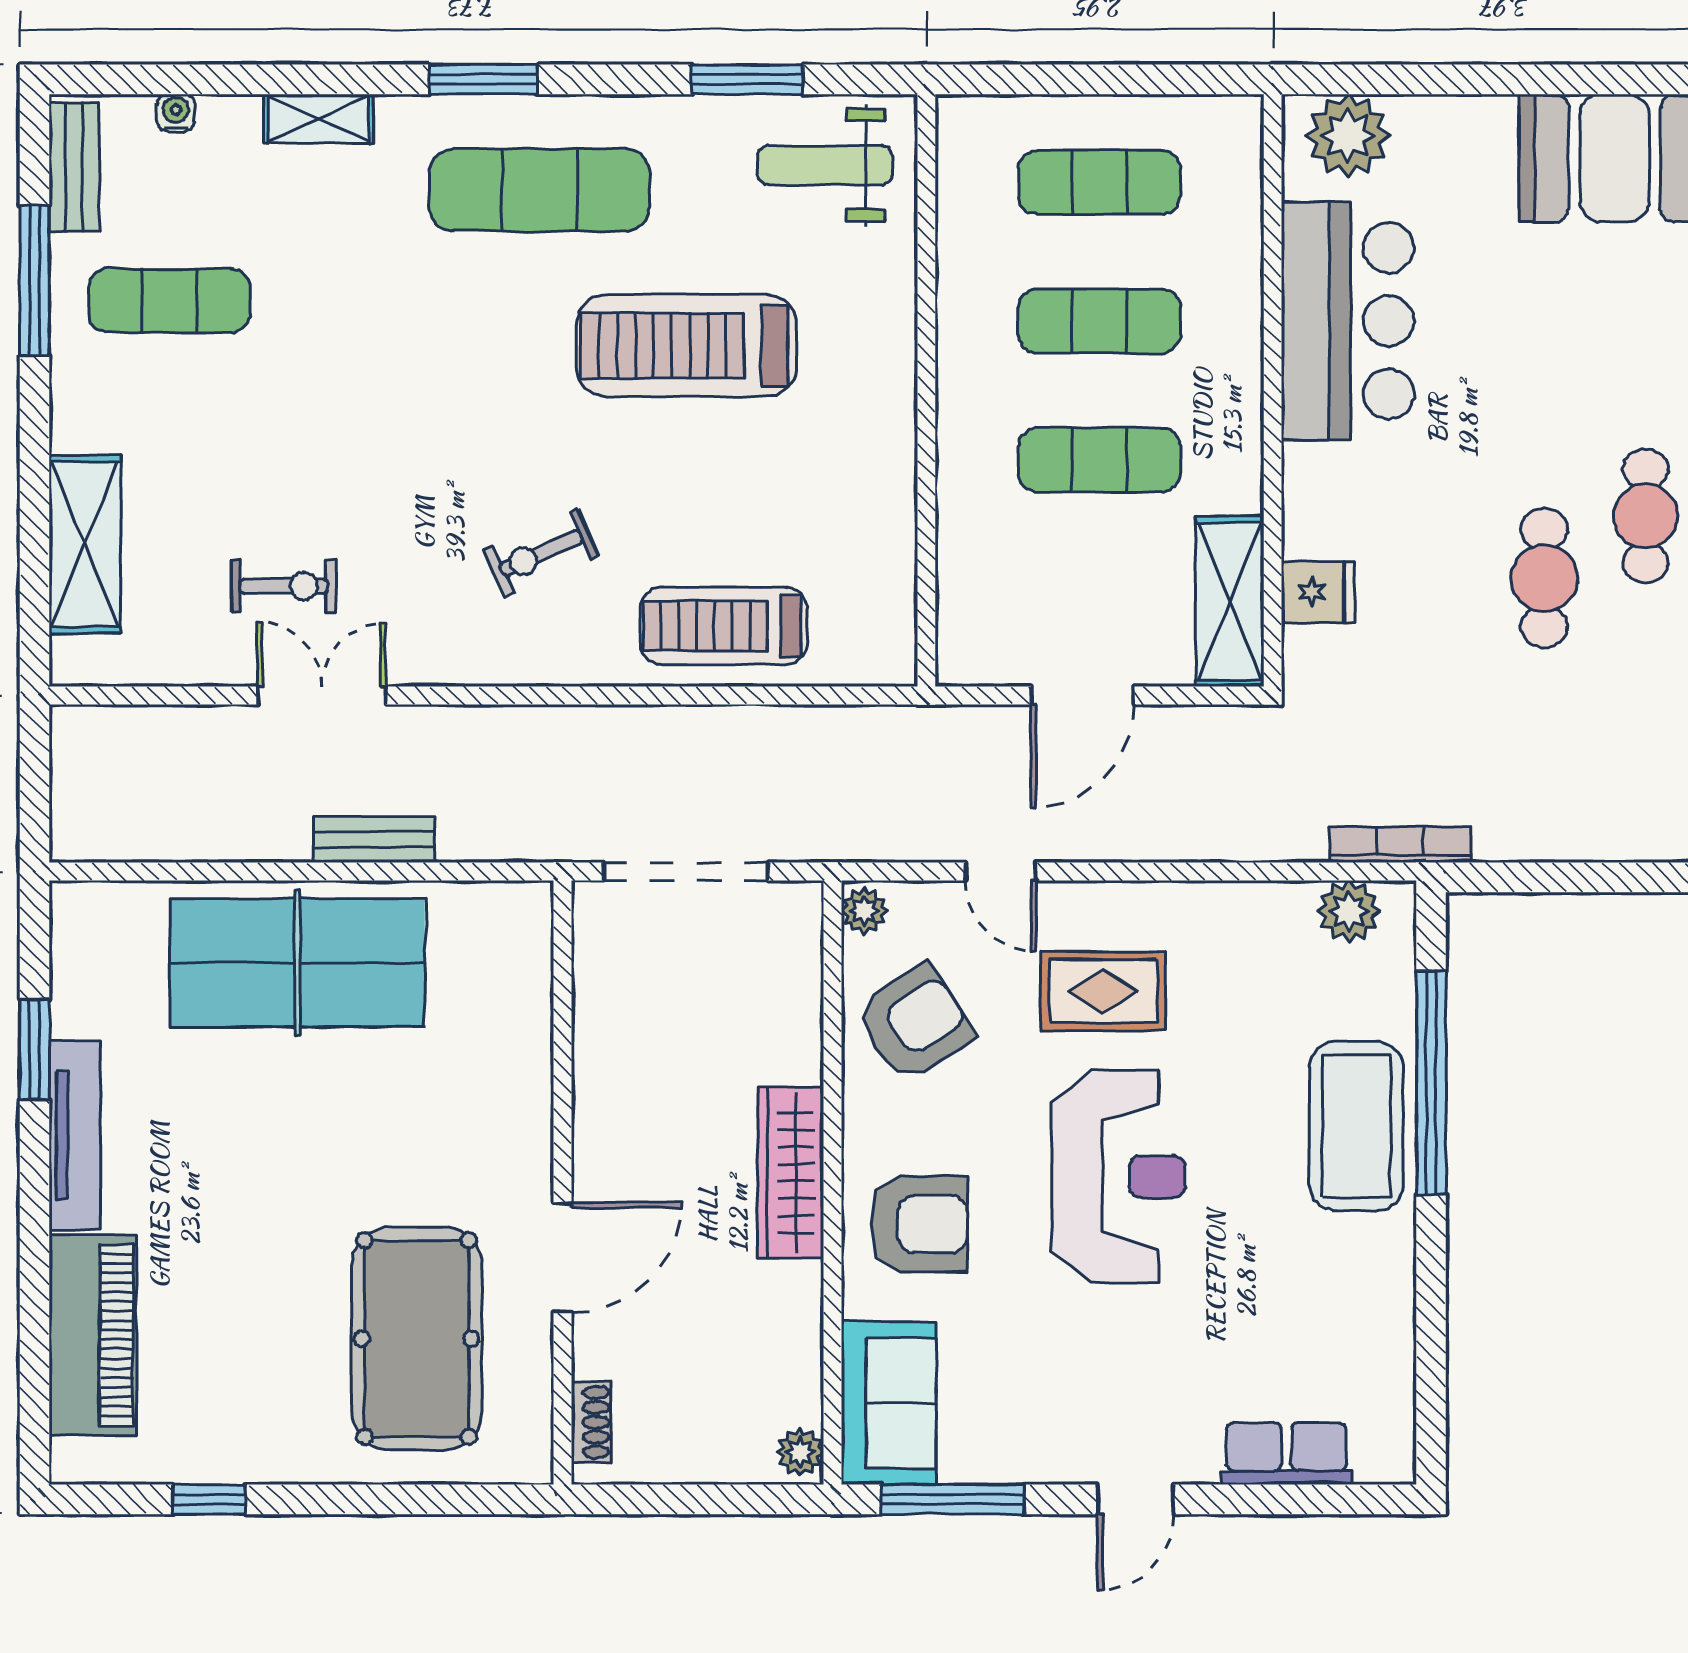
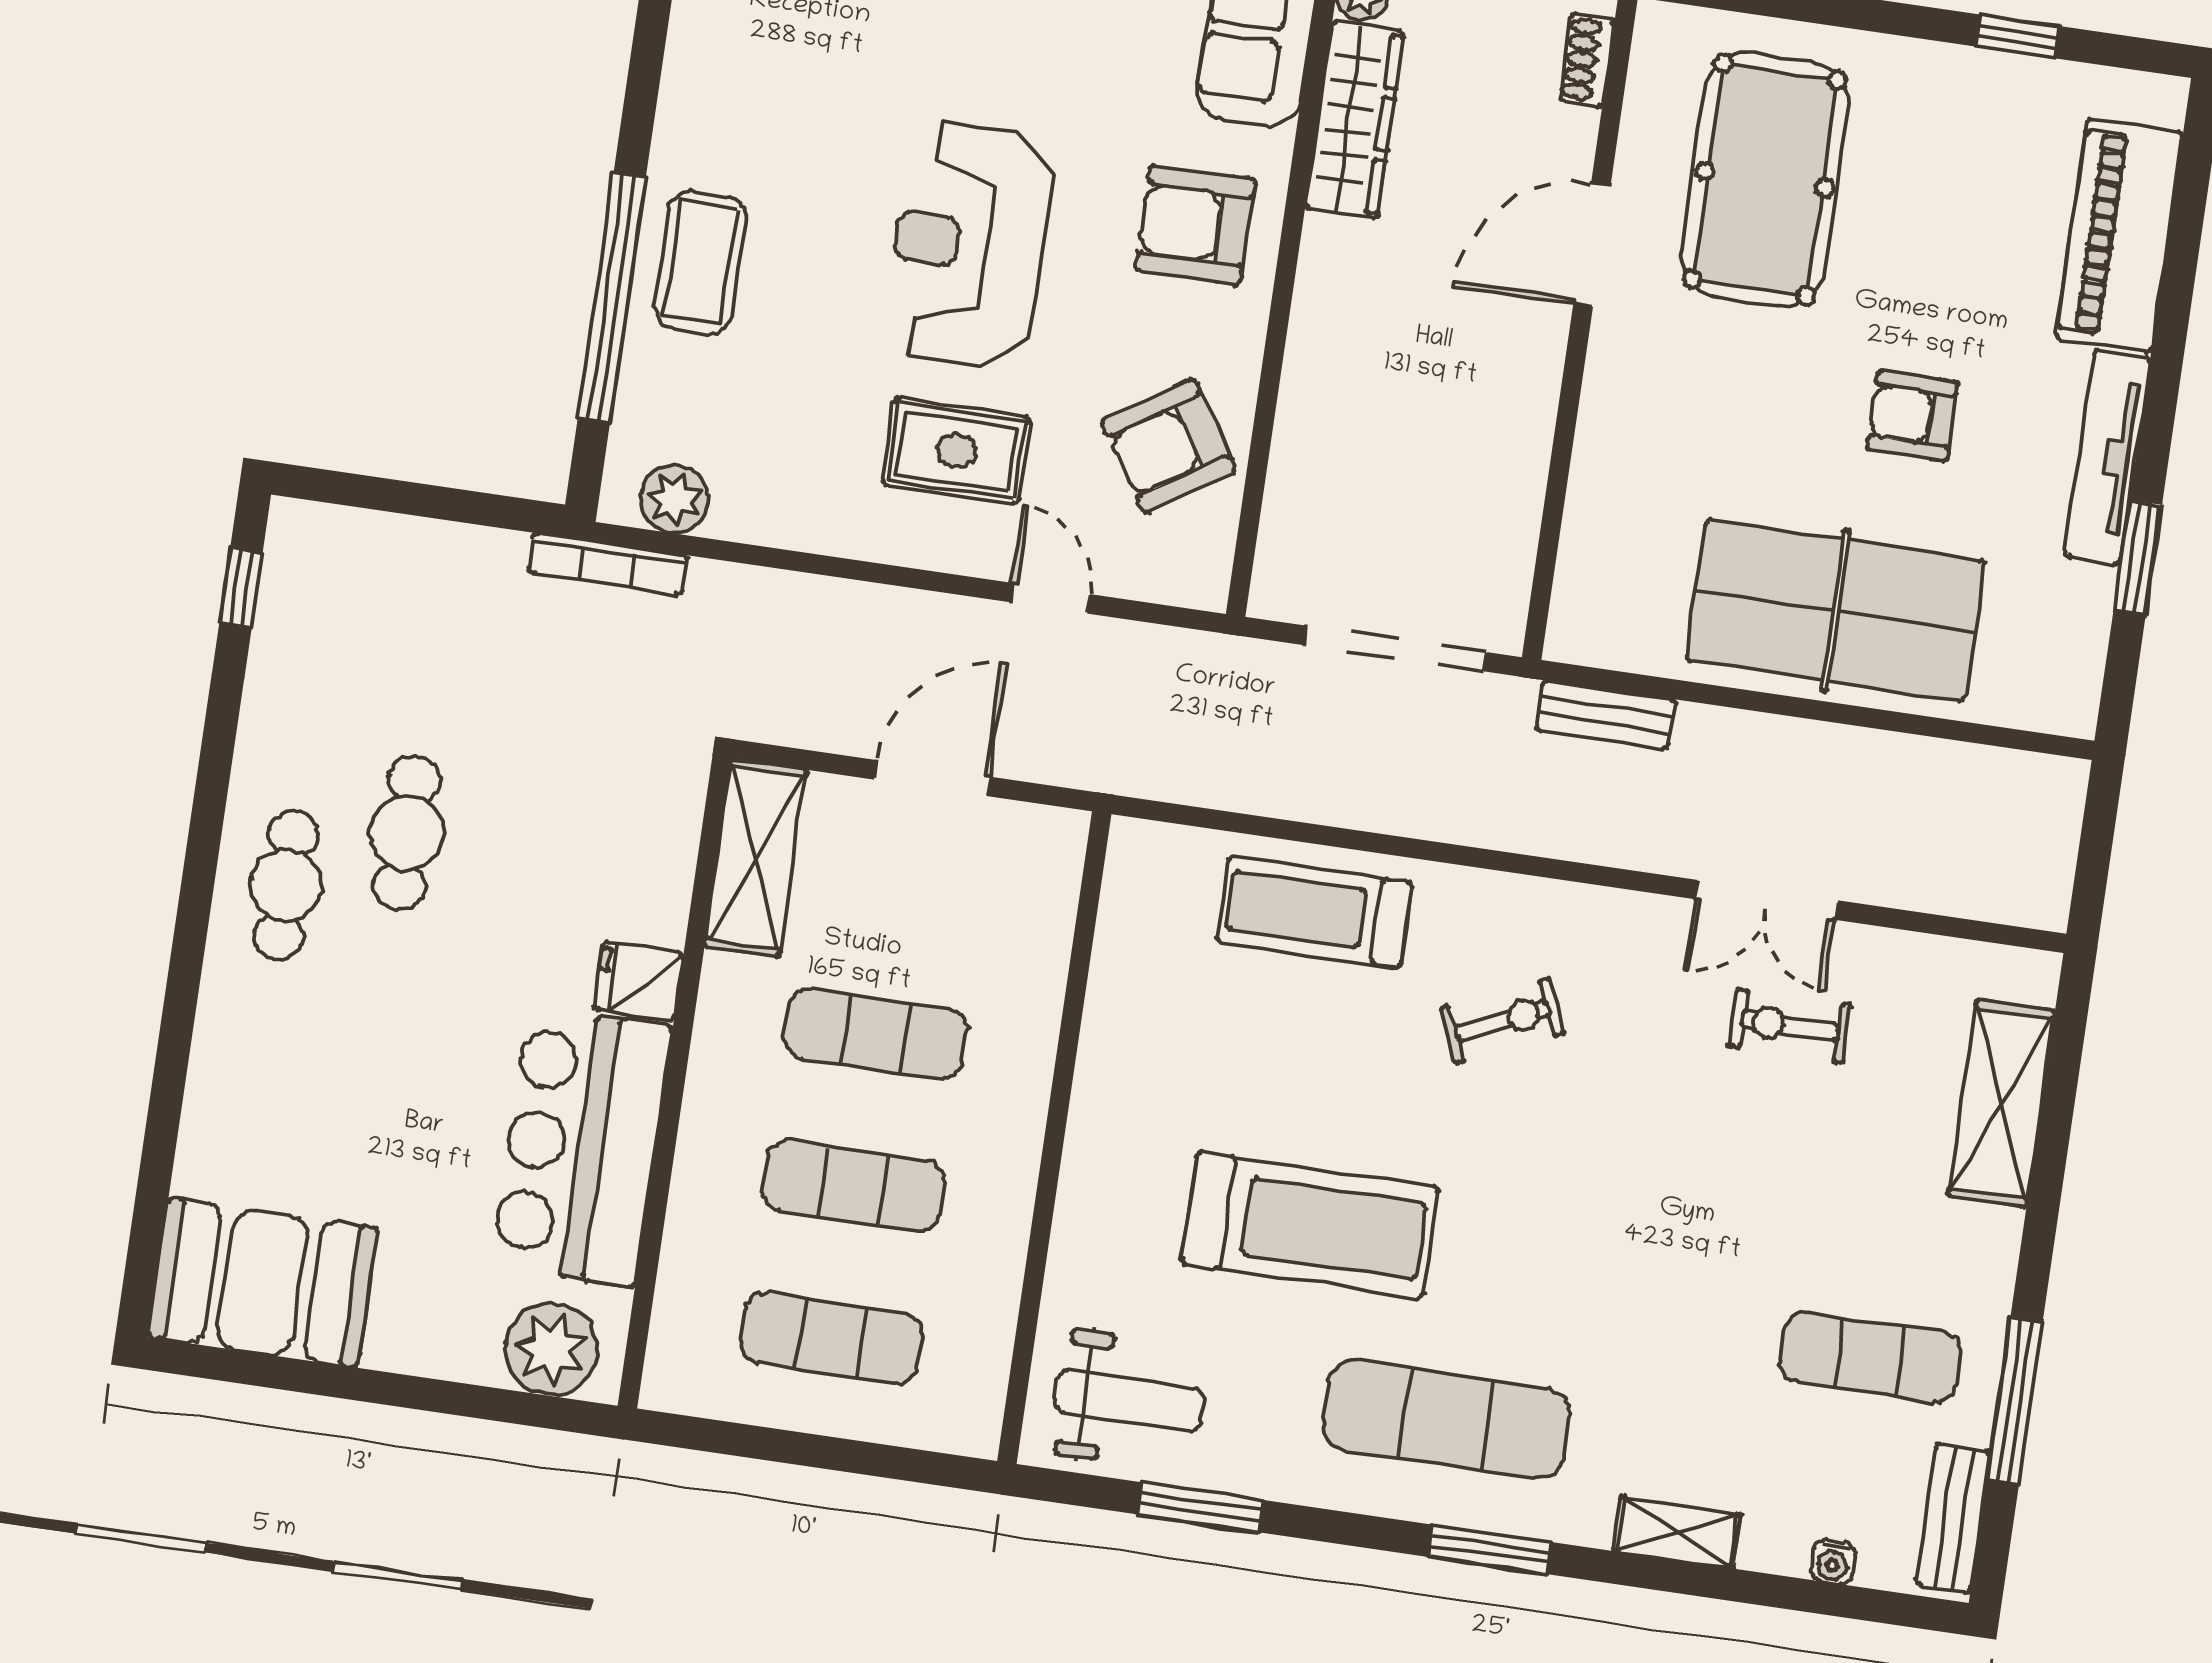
fridge: (1318, 592) -> (638, 982), moved
treadmill: (724, 626) -> (1314, 912), turned 180
bench: (374, 840) -> (1606, 715), moved
plant: (864, 911) -> (1206, 577), removed
coffee table: (1356, 1126) -> (700, 262), width x0.73, depth x0.76
armchair: (254, 1147) -> (1913, 416), added
wardrobe: (791, 1173) -> (1355, 120), moved

